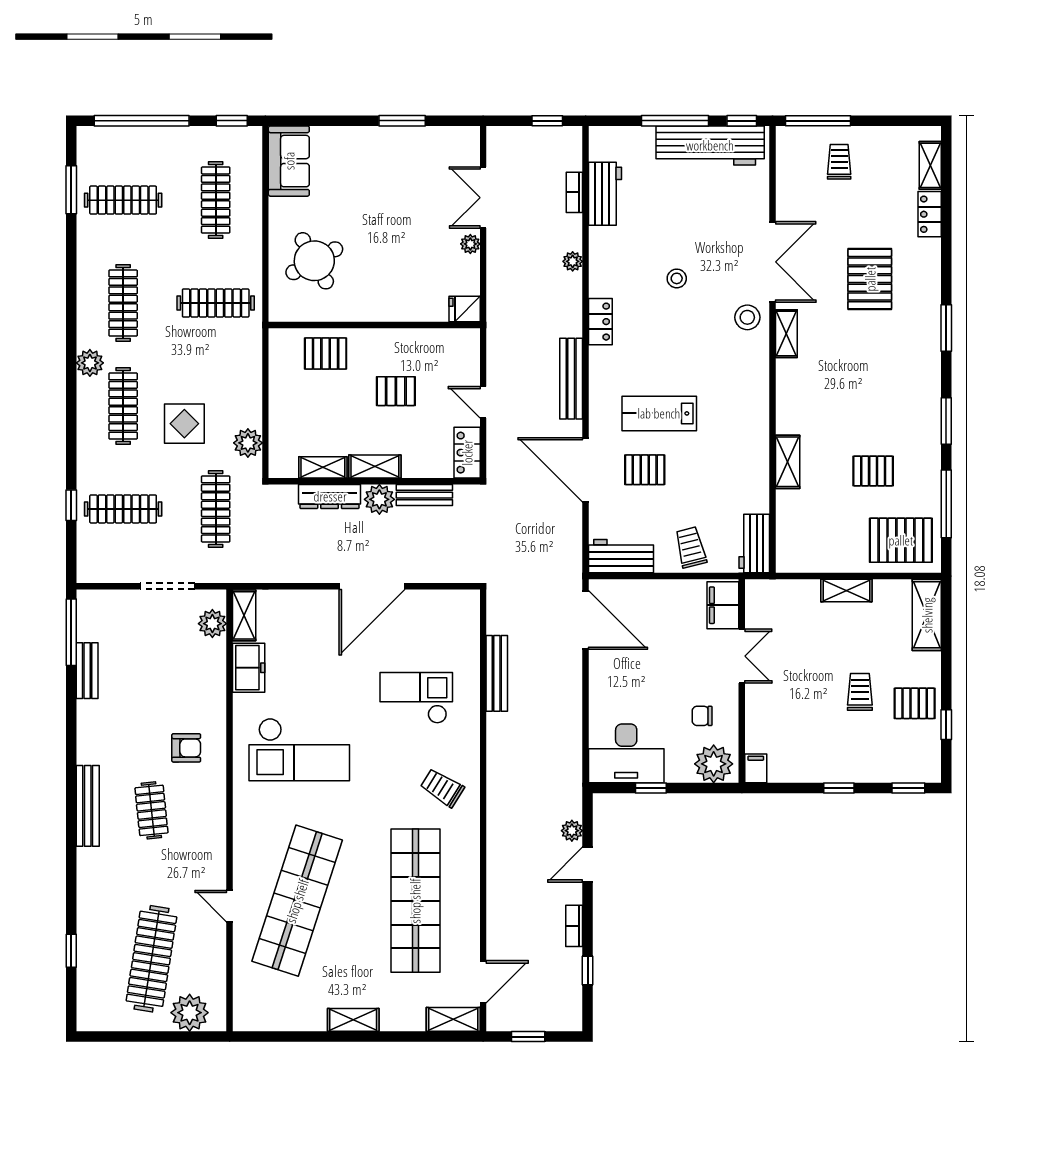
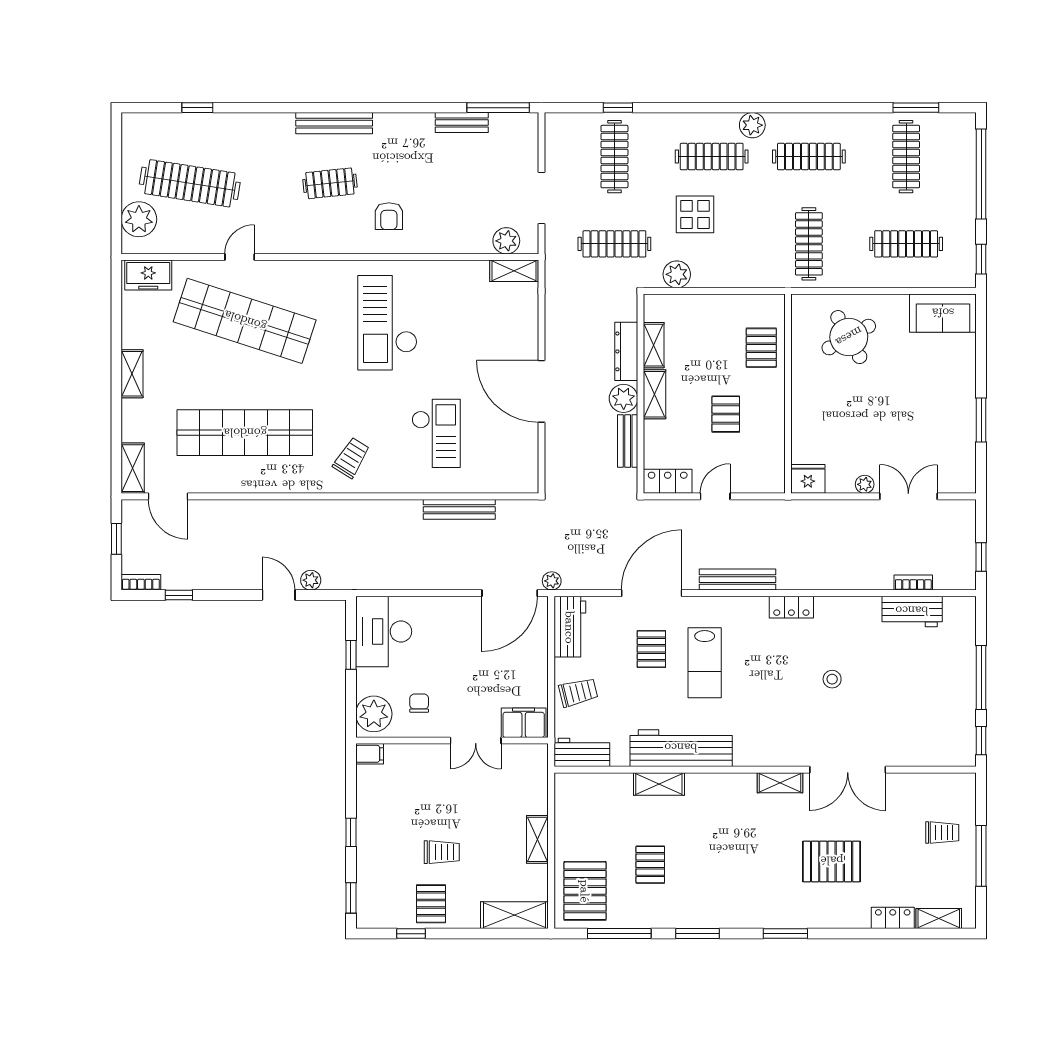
window: (818, 121) -> (981, 856), moved
workbench: (710, 145) -> (681, 748), moved, turned 90
plant: (573, 261) -> (552, 581), moved
fridge: (465, 309) -> (808, 479), width x1.38
stool: (747, 317) -> (795, 746), removed
lab bench: (659, 413) -> (705, 663), turned 180
freezer: (249, 668) -> (148, 275), moved
bookcase: (574, 926) -> (141, 582), moved

